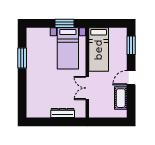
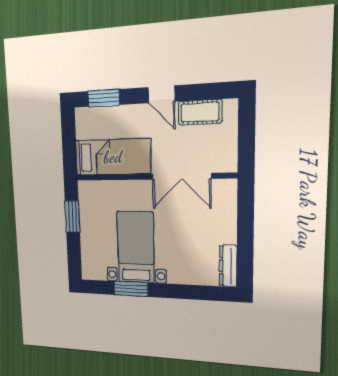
bed with nightstands: (68, 48) -> (136, 247), moved, turned -90
double door: (87, 88) -> (182, 176), width x1.37
dresser: (63, 113) -> (228, 266), moved

